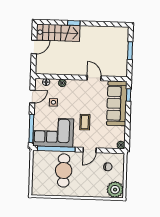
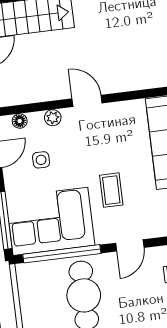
door: (94, 78) -> (87, 101), moved

